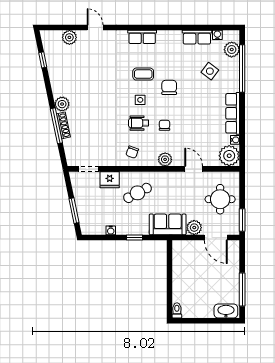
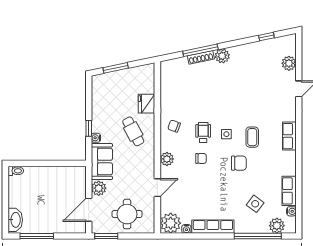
doorway: (89, 169) -> (157, 83), removed
water cooler: (111, 230) -> (96, 138), moved

